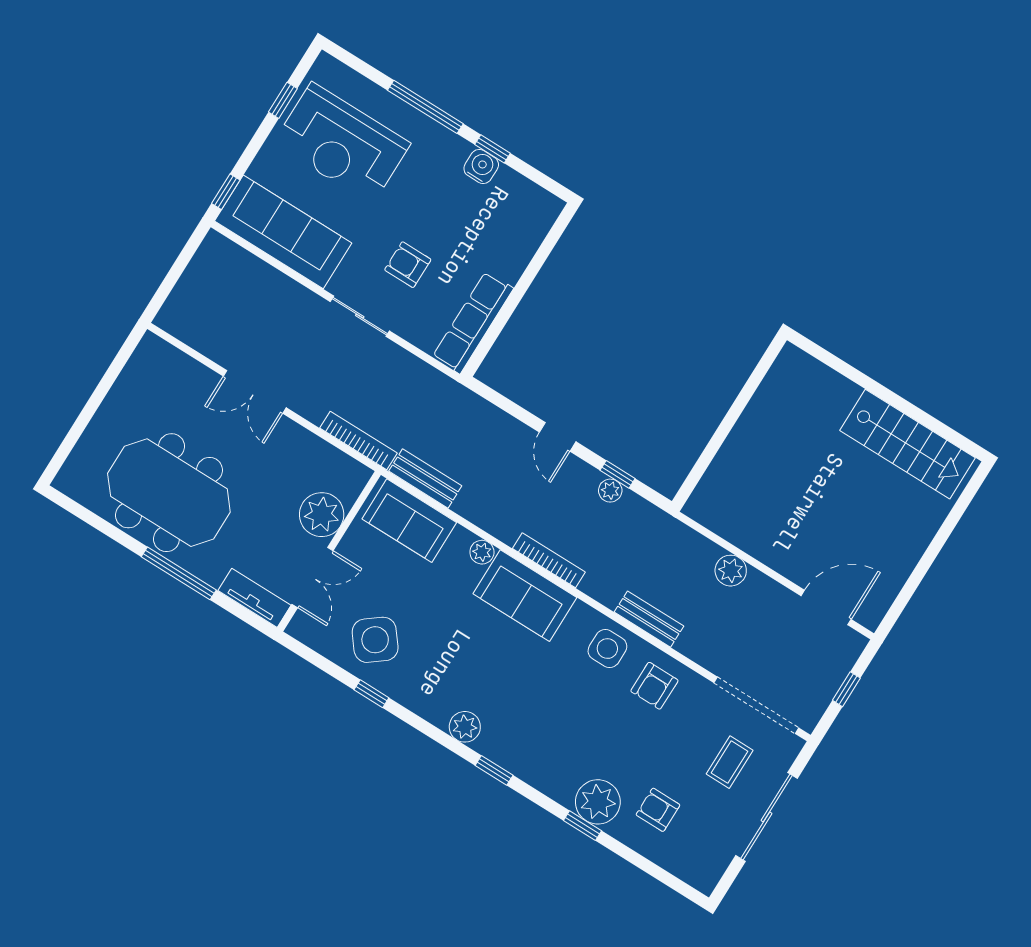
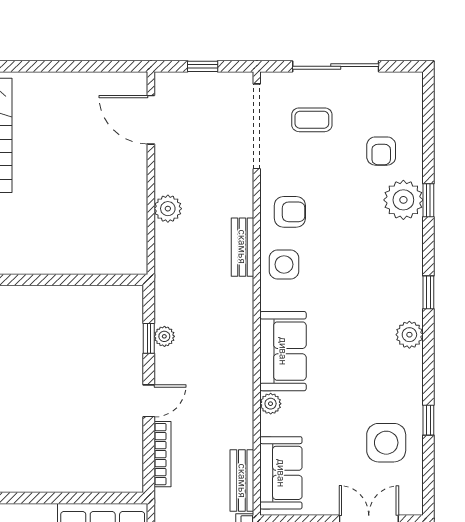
bookcase: (549, 560) -> (162, 454), moved, turned 180
side table: (375, 640) -> (386, 443), turned 38

